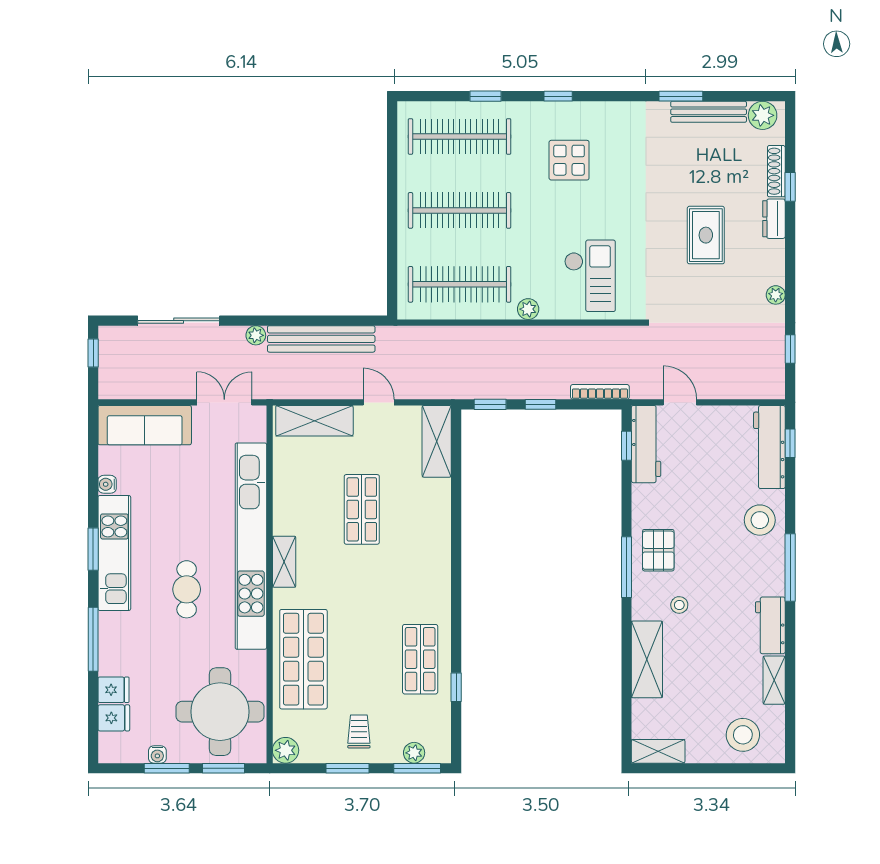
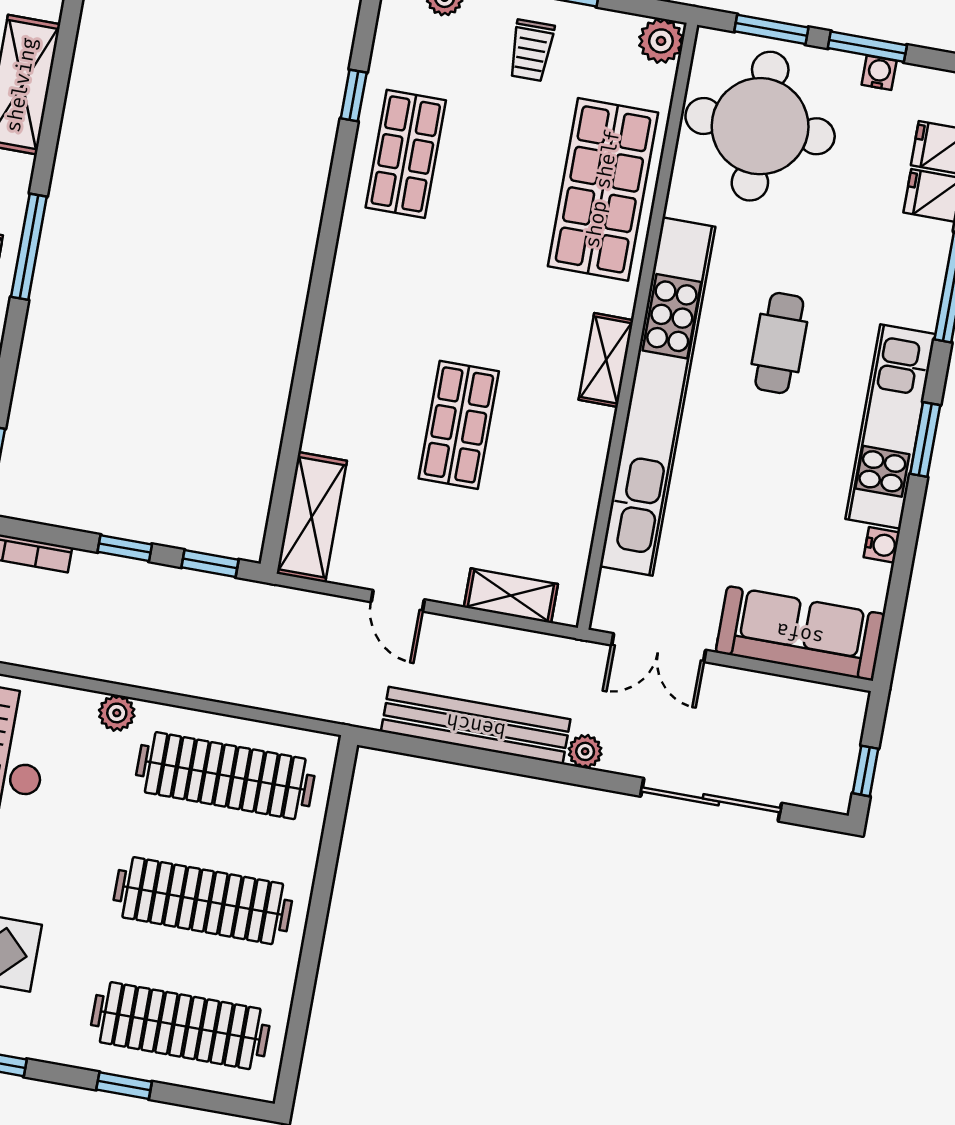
shelving: (314, 421) -> (511, 596), width x0.67, depth x0.75

